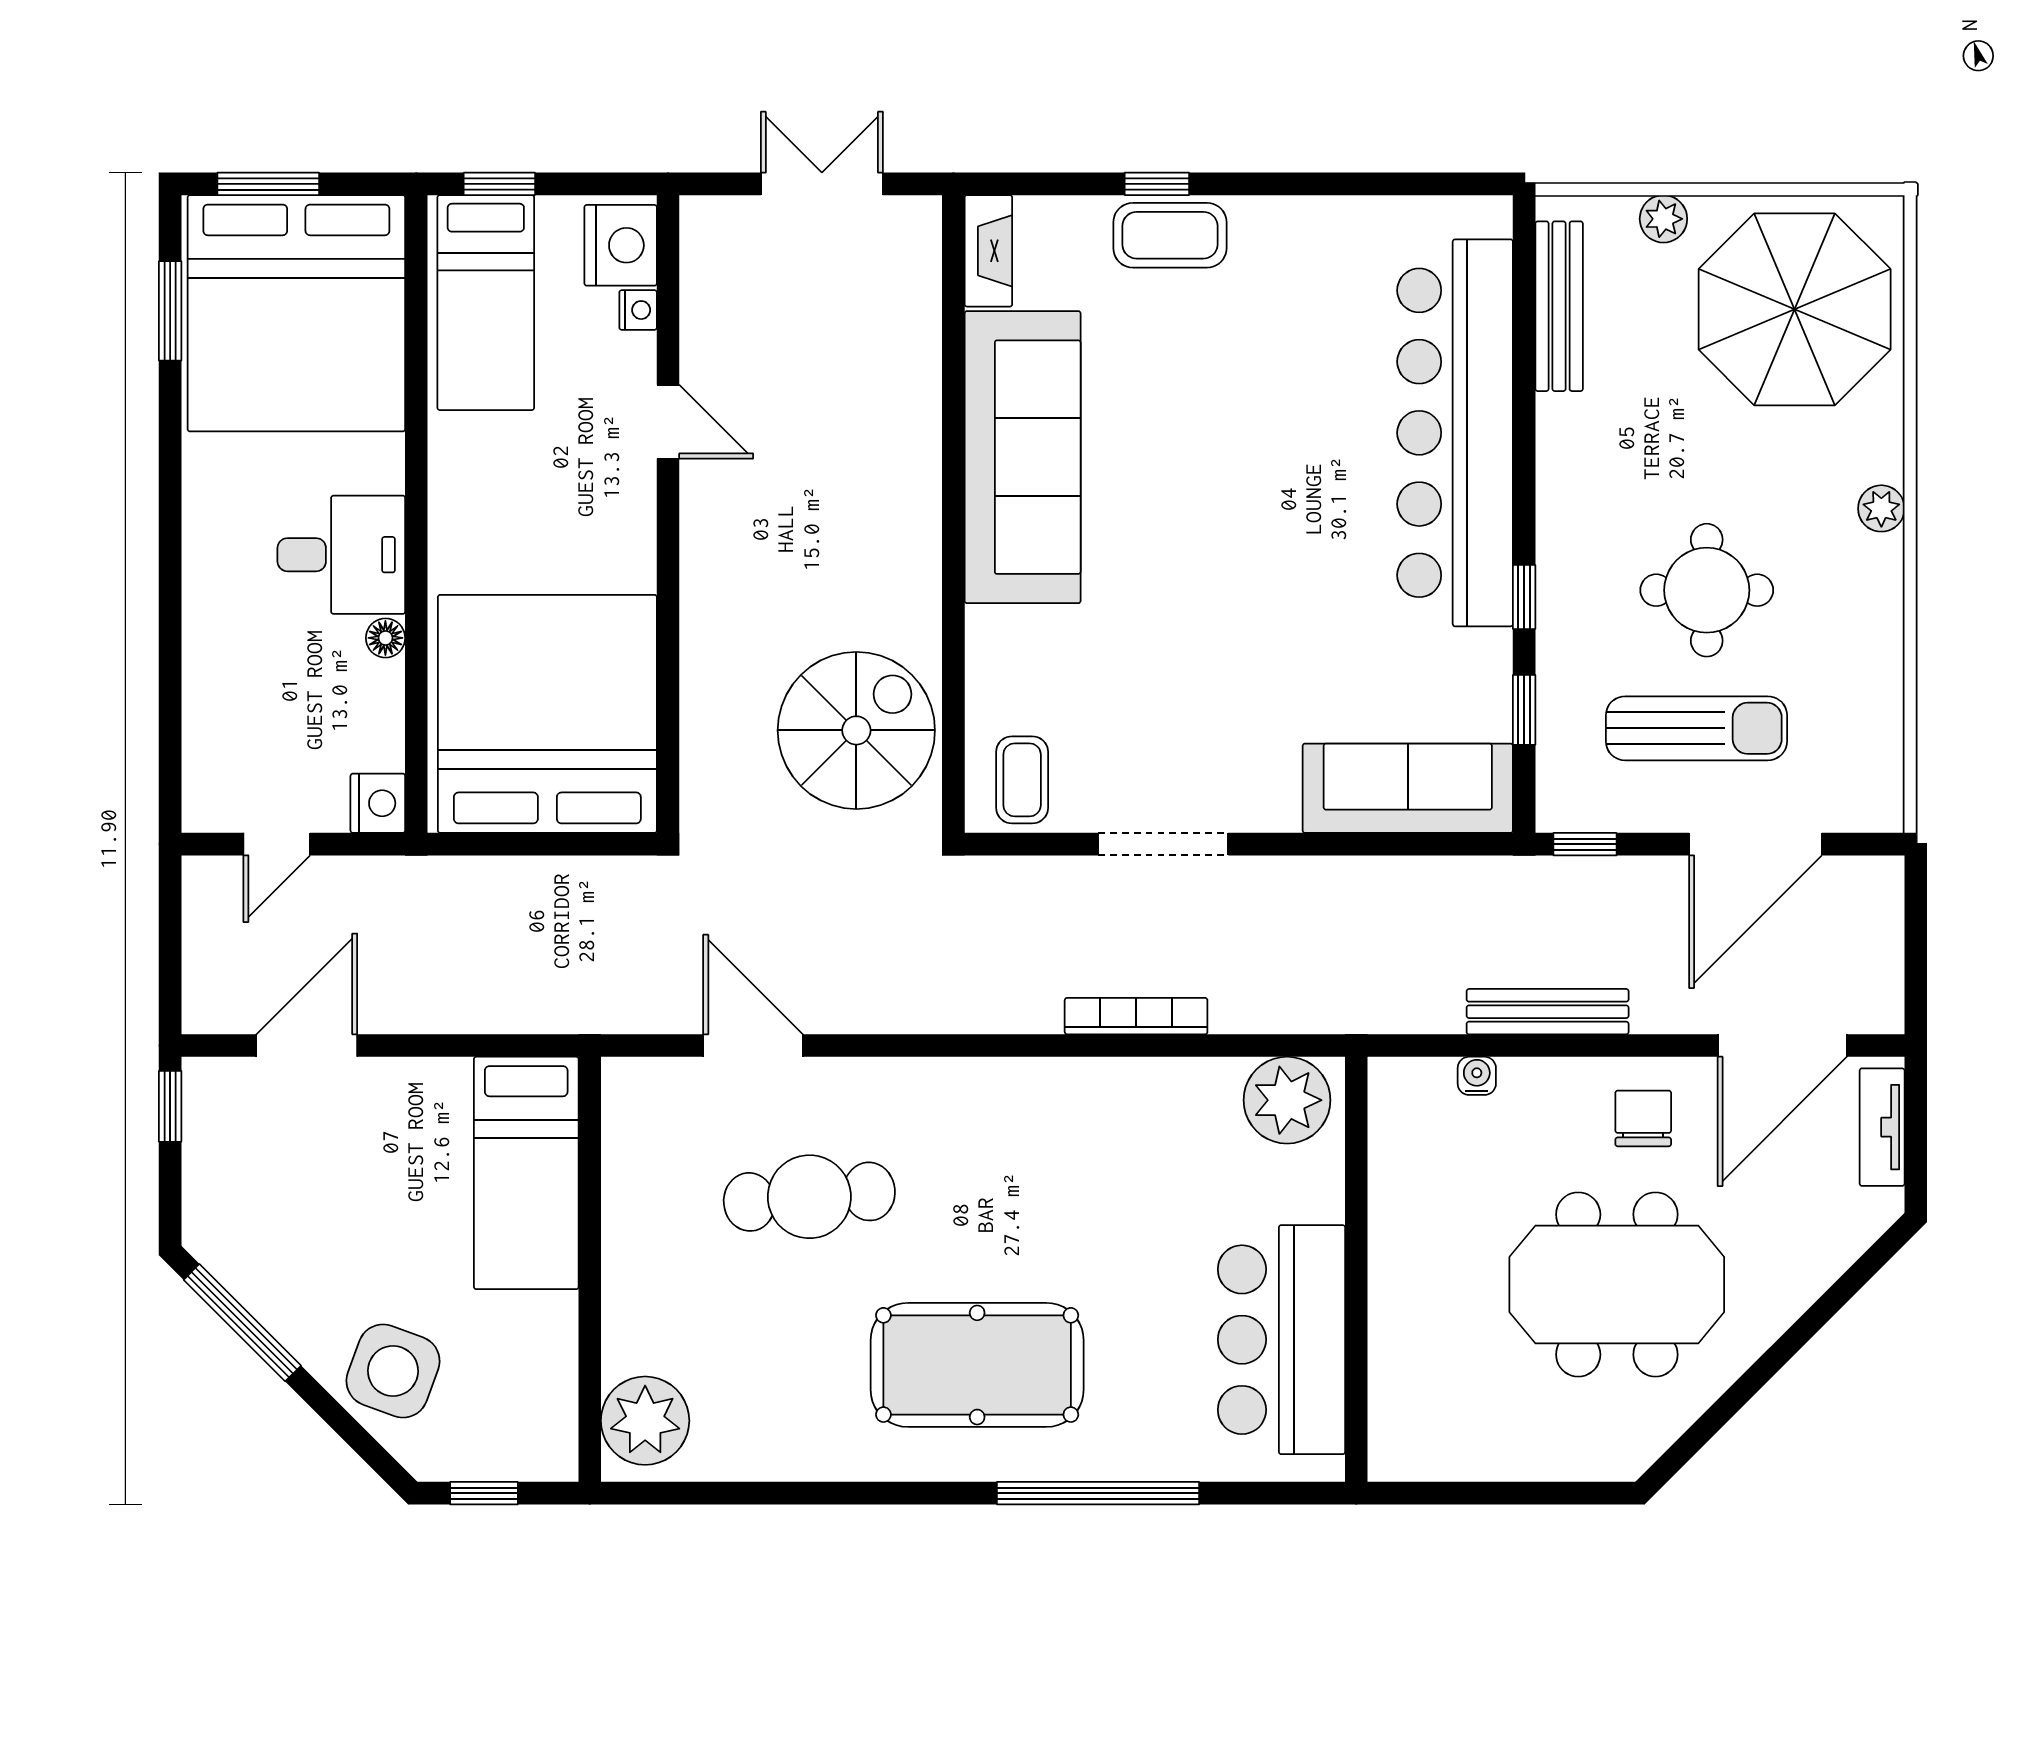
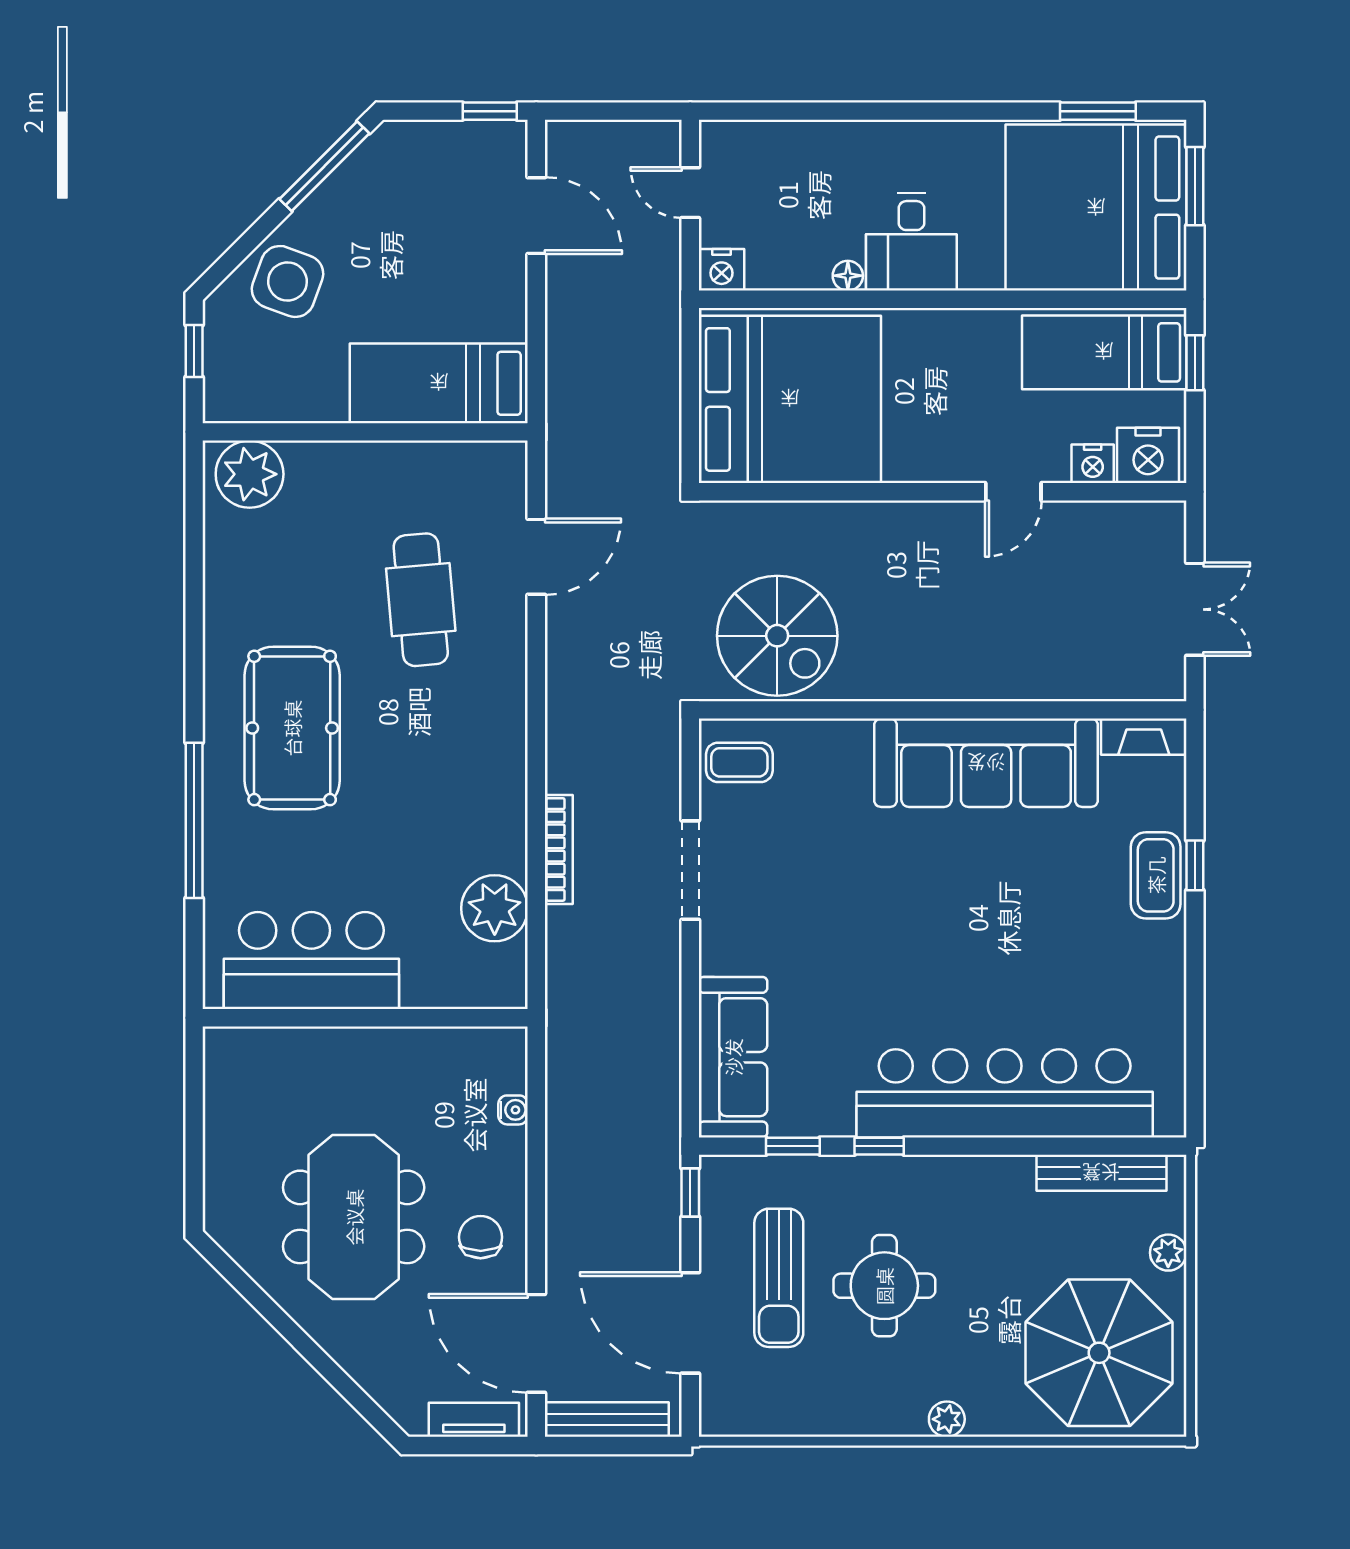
nightstand: (638, 310) -> (1093, 464), width x1.39, depth x1.35
bench: (1548, 1012) -> (607, 1420), moved, turned 90
plant: (1287, 1100) -> (495, 908), moved
chair: (1643, 1118) -> (481, 1237), turned -90

